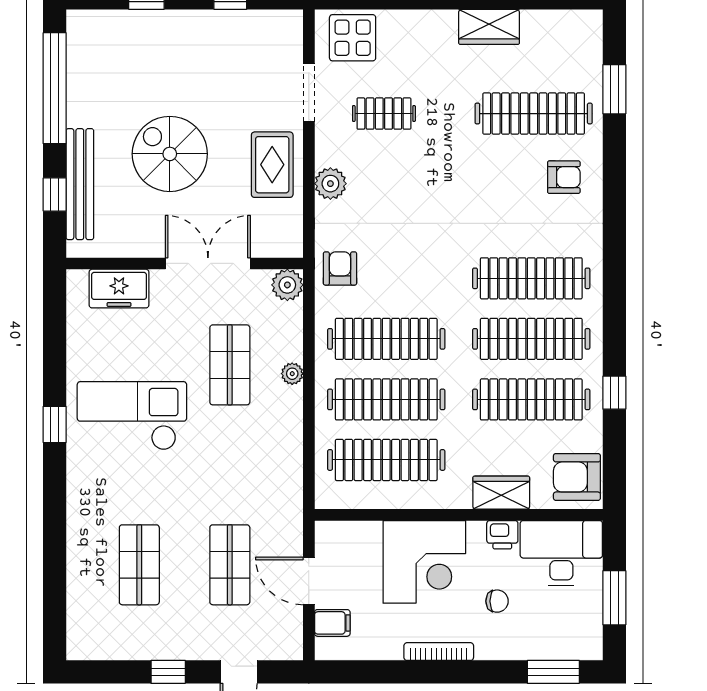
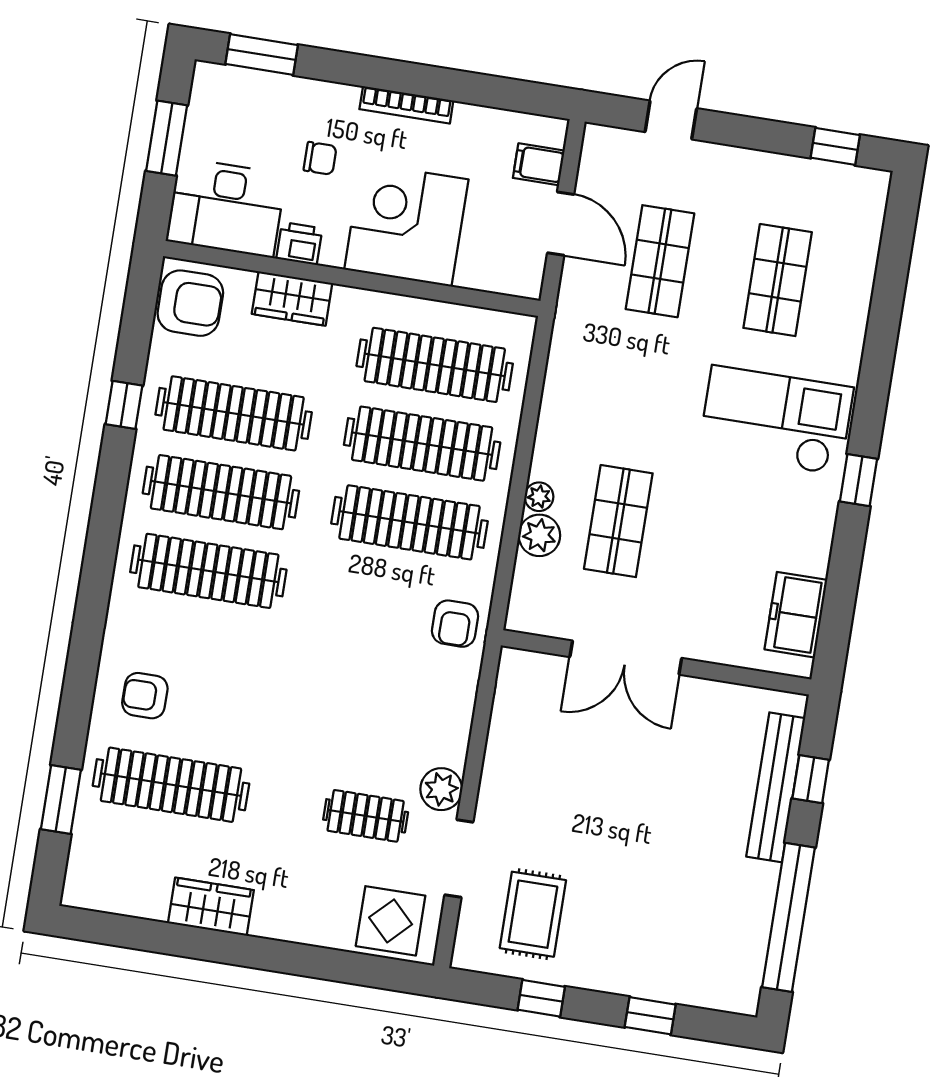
spiral stairs: (170, 154) -> (652, 808), removed
rug: (272, 165) -> (533, 914), moved
plant: (330, 184) -> (441, 789), moved
plant: (287, 285) -> (539, 535), moved
freezer: (119, 289) -> (796, 615), moved, turned -90
checkout: (132, 416) -> (776, 420), moved, turned 180
chair: (497, 601) -> (320, 158), turned 180
window: (168, 672) -> (835, 146), moved

